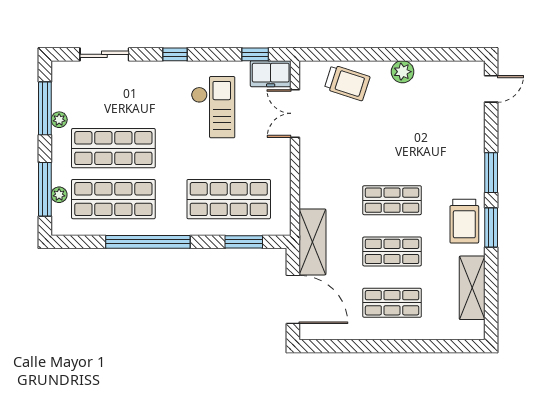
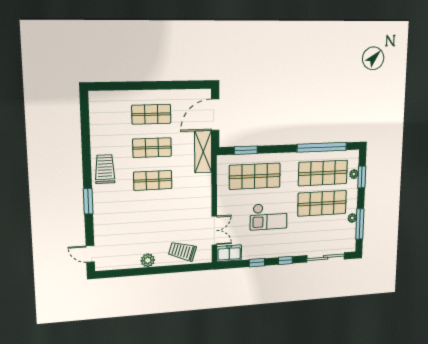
sliding door: (104, 54) -> (326, 257), width x1.37
window: (255, 54) -> (257, 263), moved
door: (491, 89) -> (90, 254), hinge flipped
checkout: (213, 107) -> (269, 216), moved, turned -90
window: (45, 189) -> (362, 177), width x0.69
window: (491, 228) -> (87, 166), removed
window: (148, 242) -> (322, 147), moved
shelving: (472, 288) -> (98, 126), removed
door: (293, 299) -> (215, 115), hinge flipped

